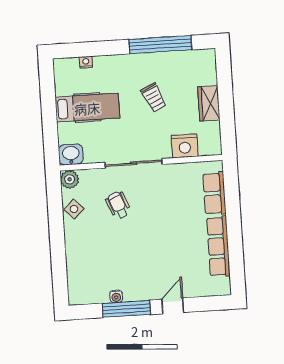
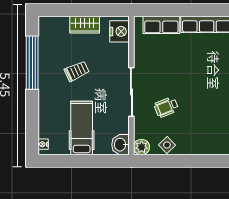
nightstand: (86, 62) -> (43, 144), moved
nightstand: (185, 146) -> (120, 31), moved

